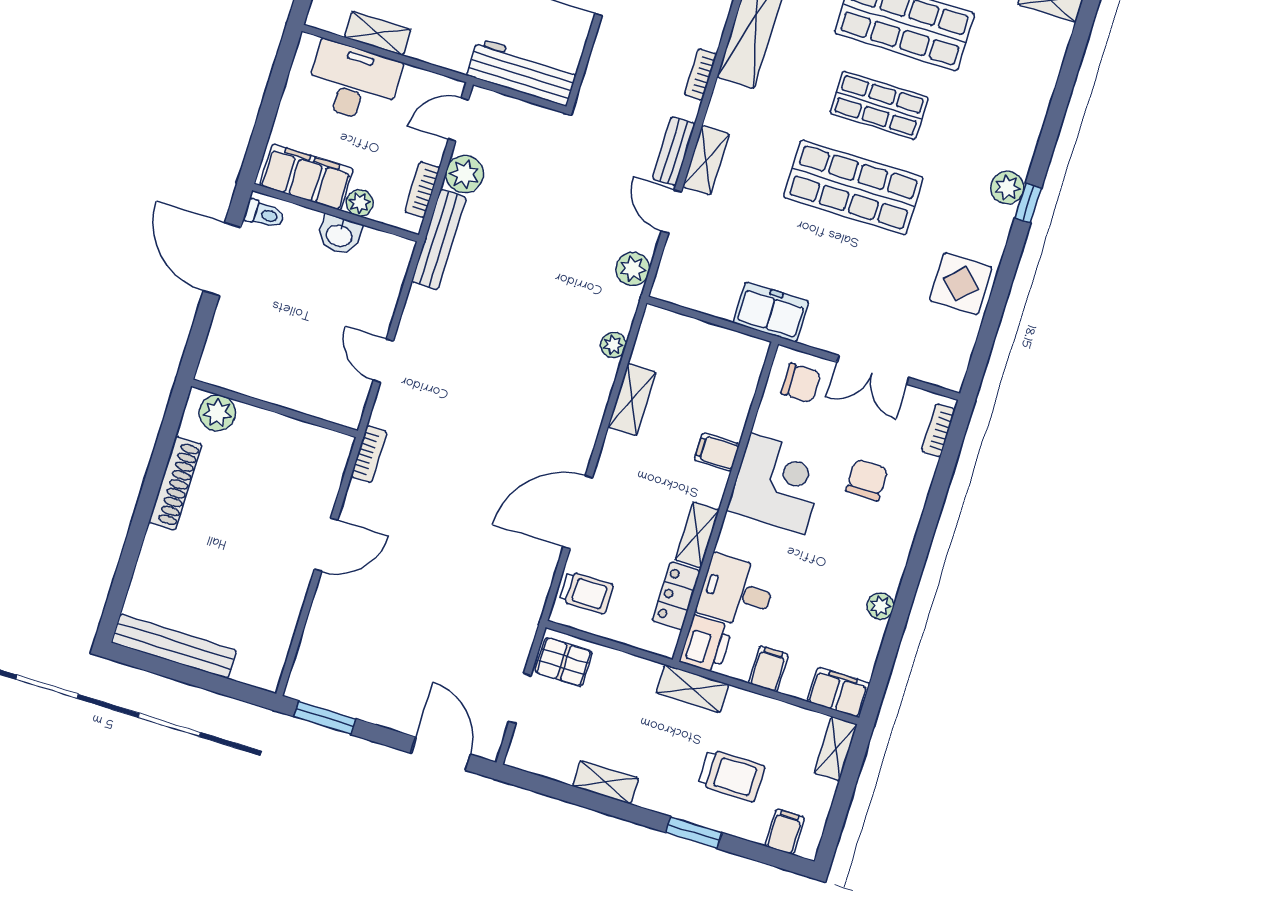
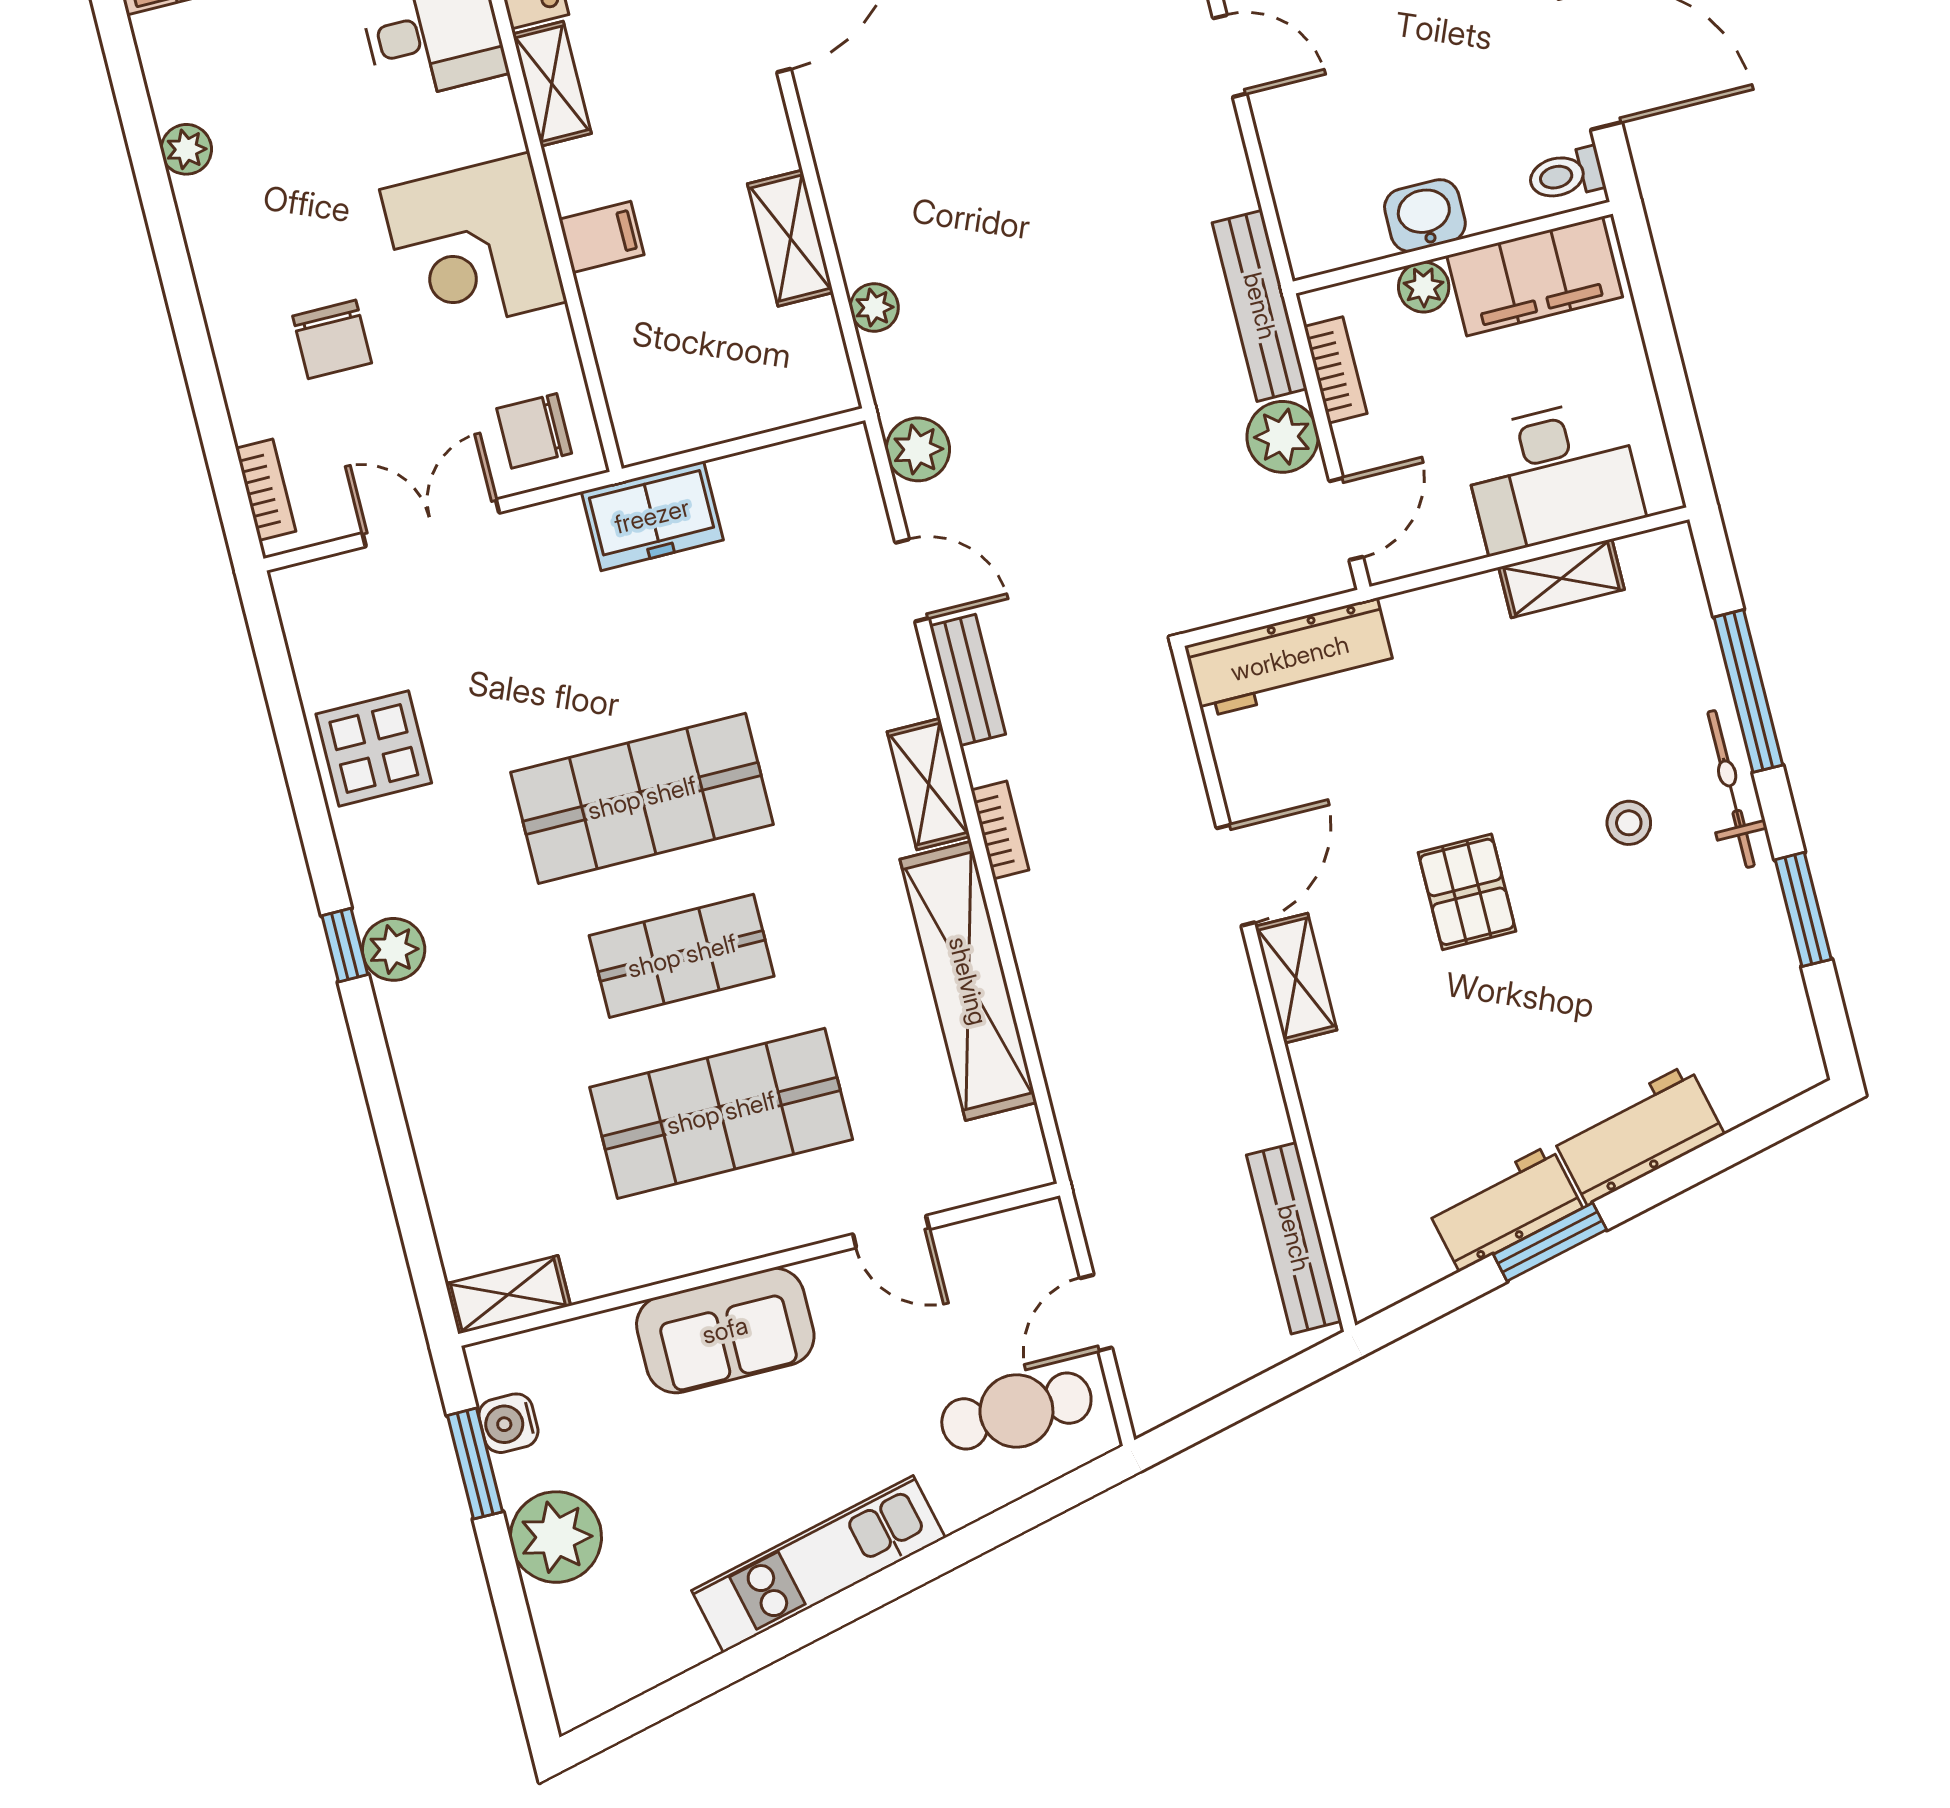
shelving: (706, 160) -> (929, 784), moved

